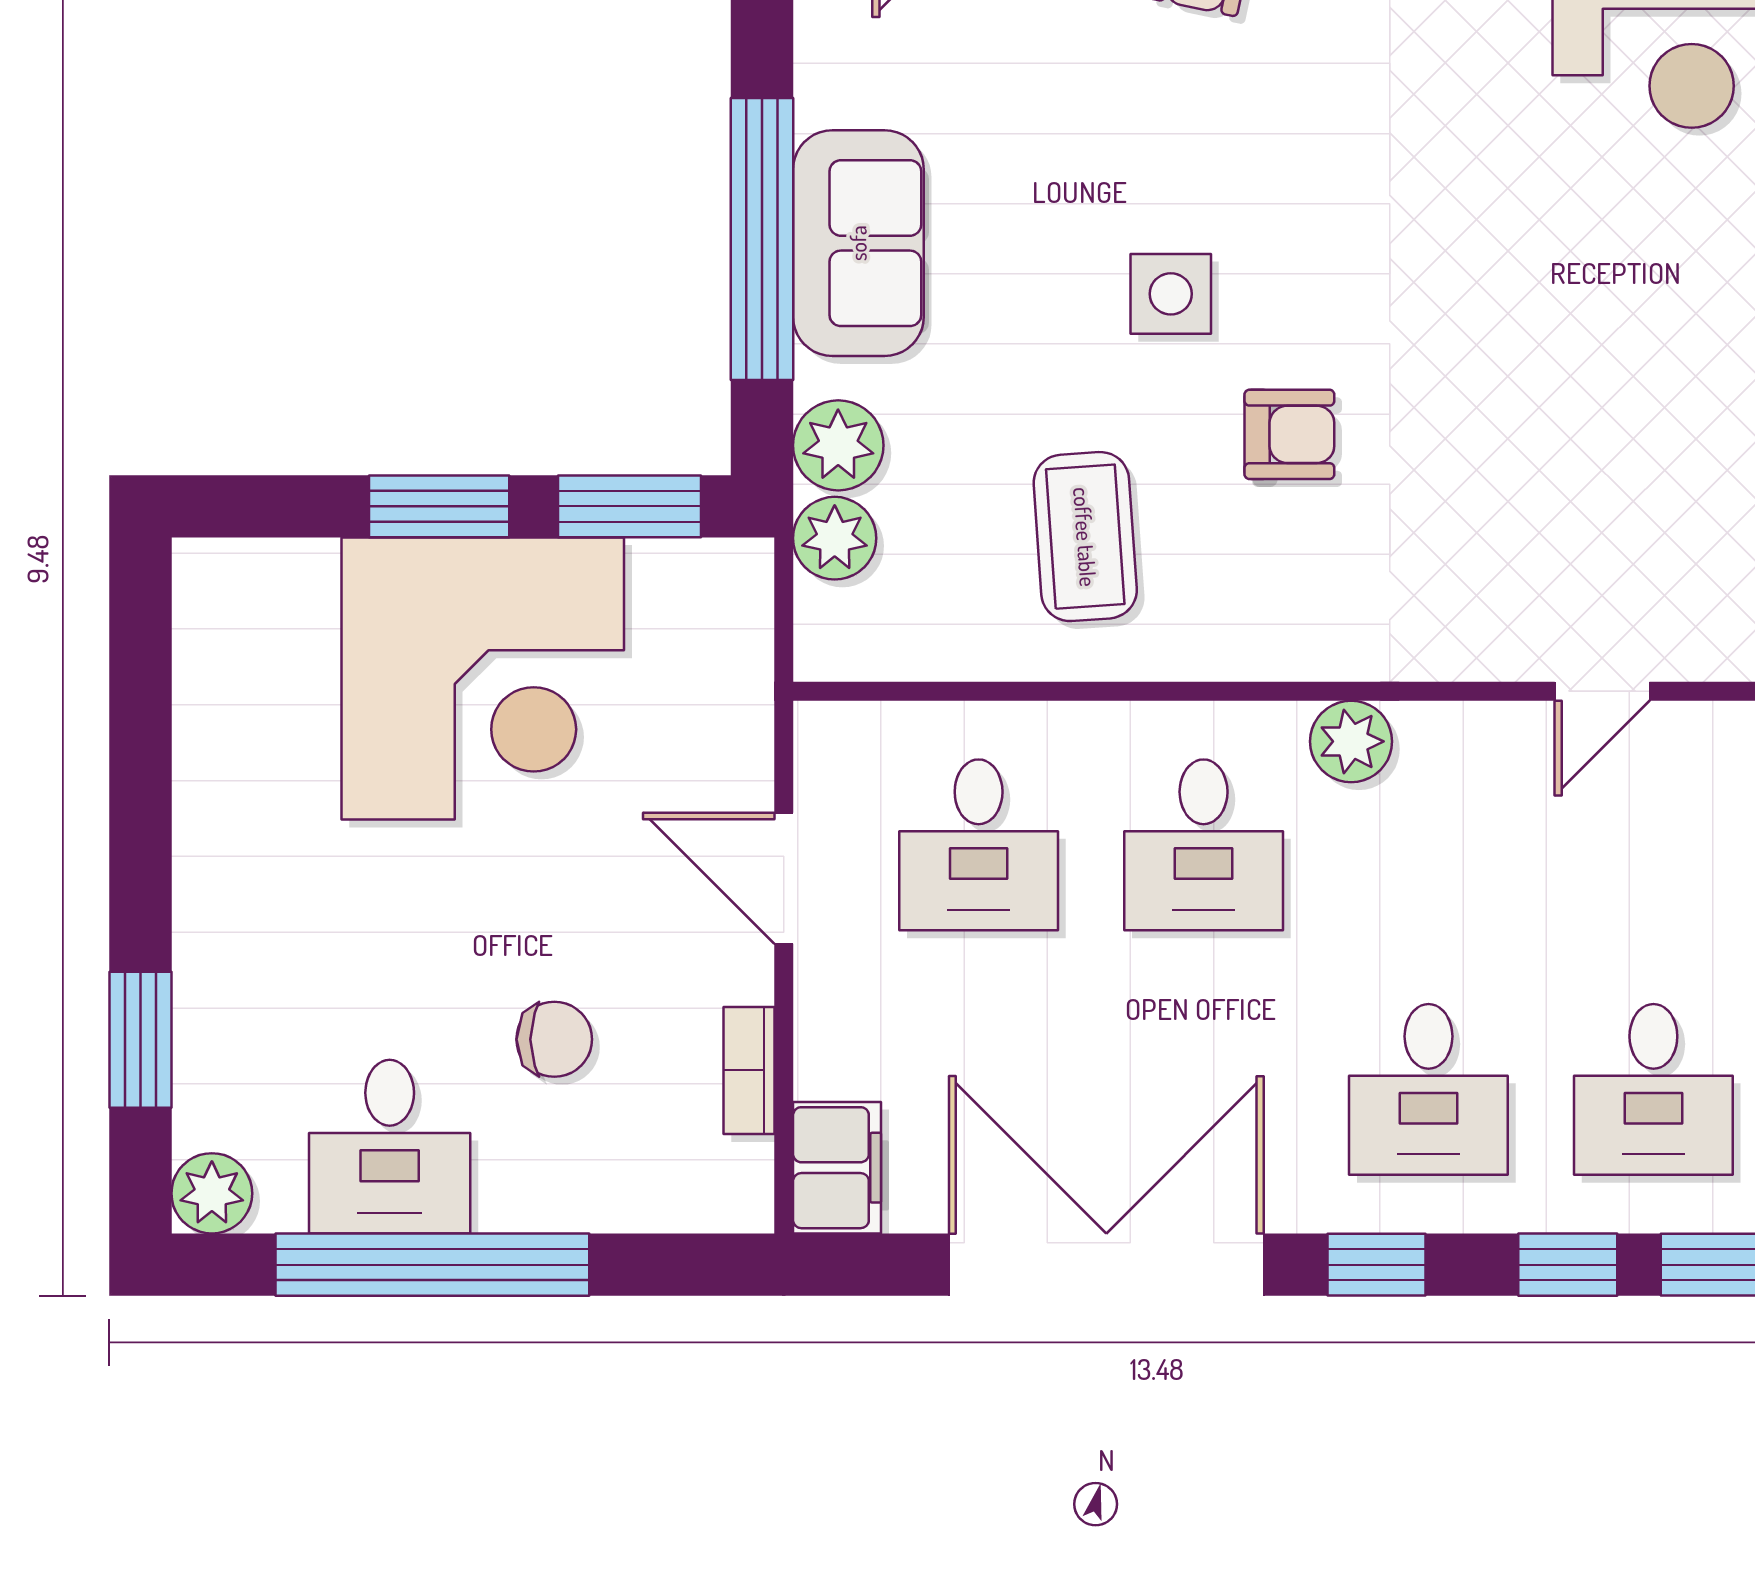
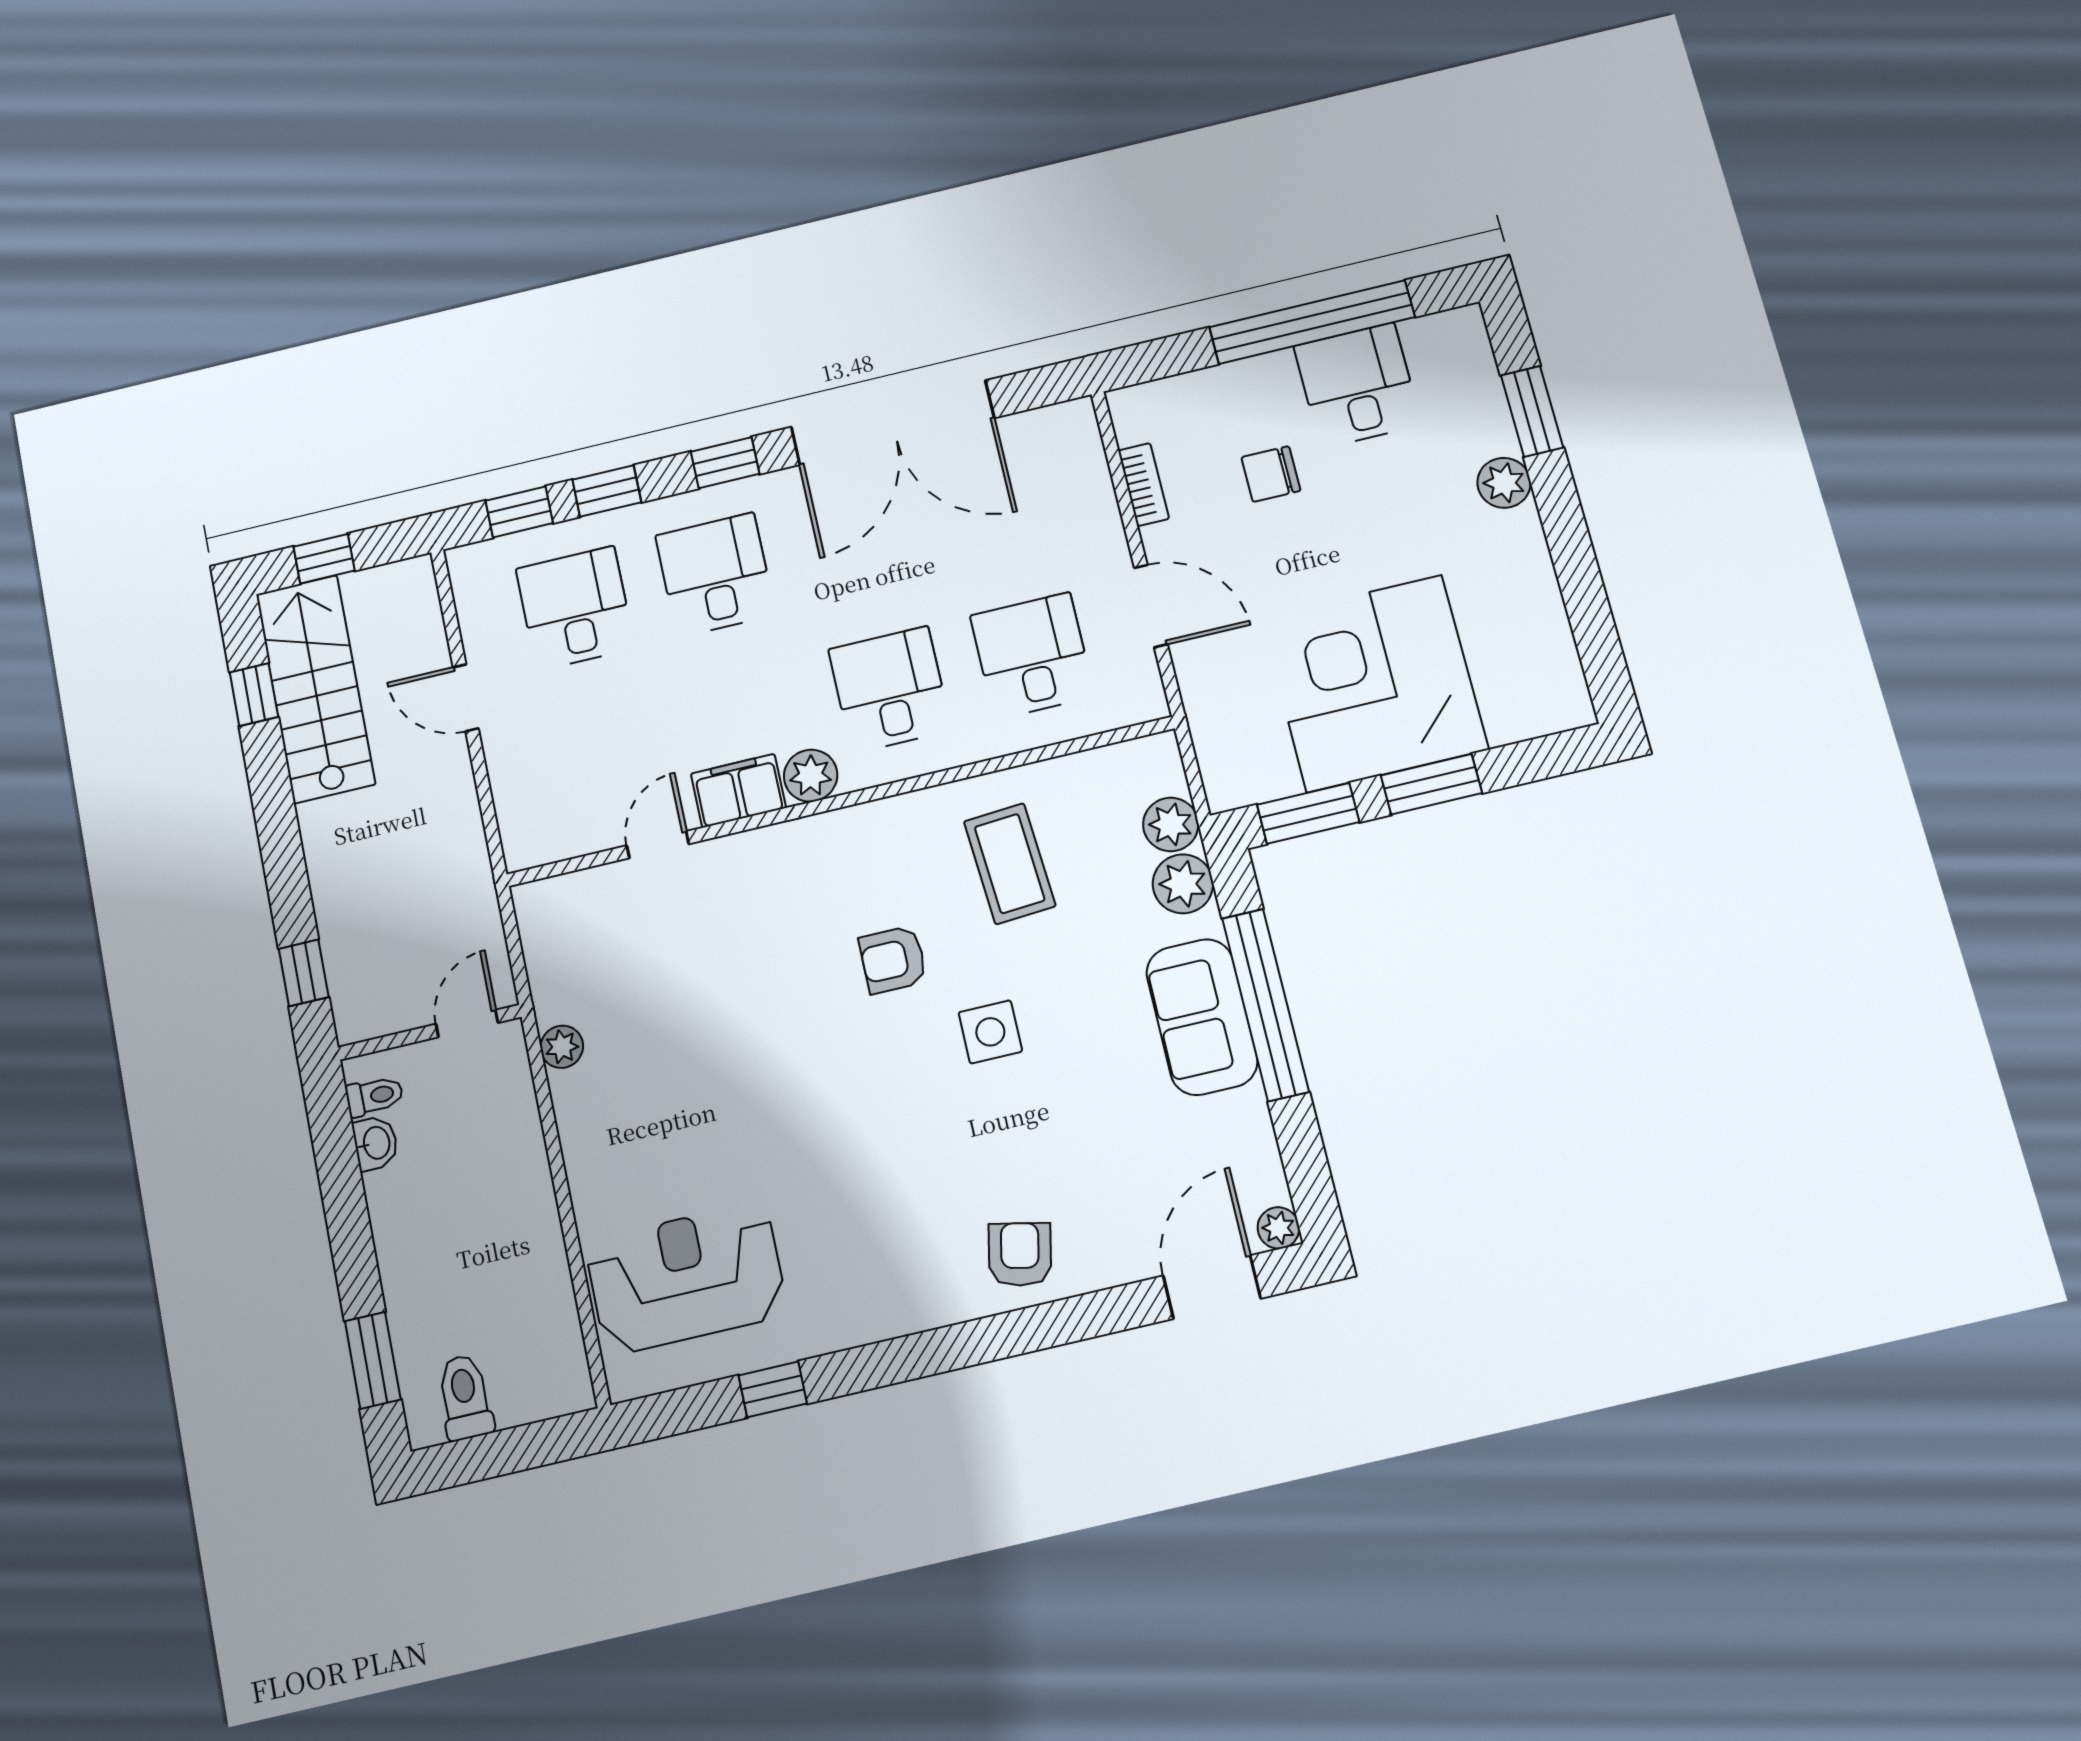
filing cabinet: (837, 1168) -> (738, 791), moved, turned 90
plant: (212, 1193) -> (1504, 483), moved

